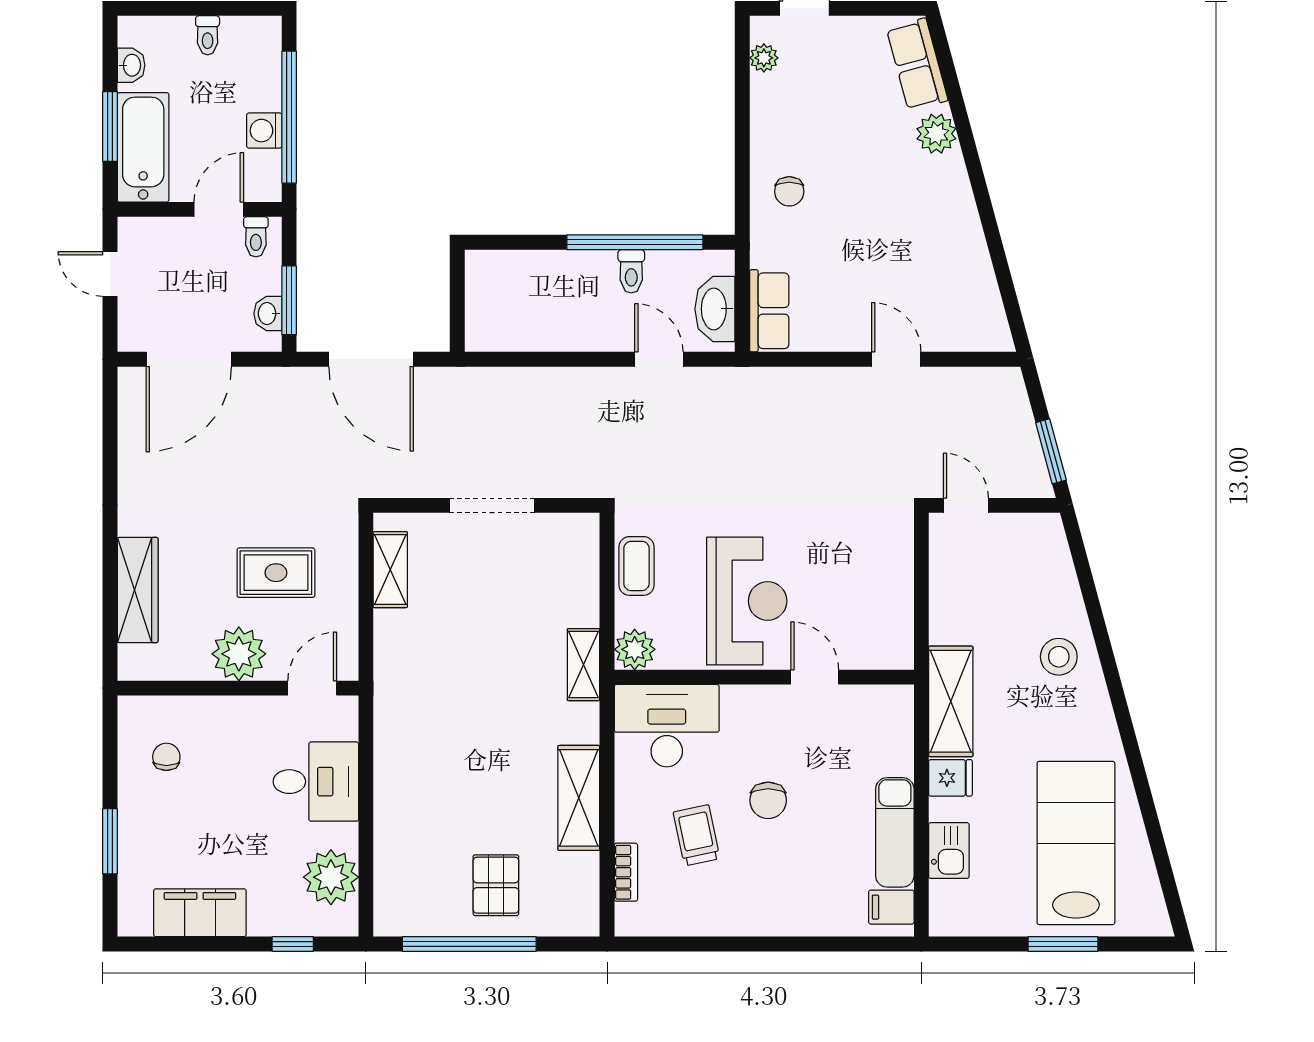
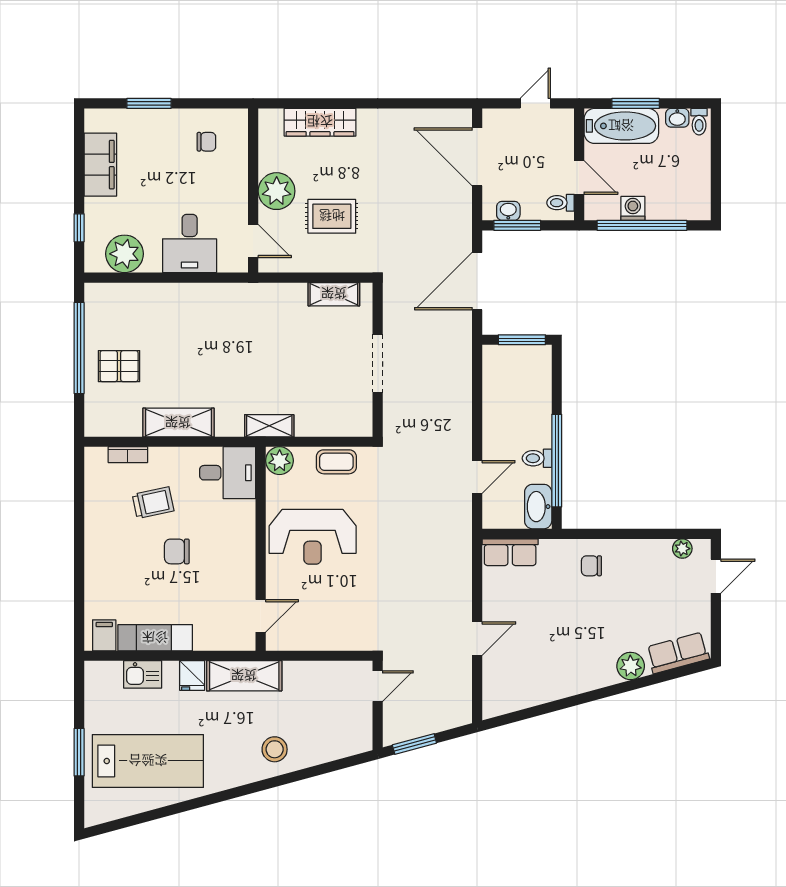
toilet: (208, 35) -> (699, 122), moved, turned -90
window: (457, 293) -> (522, 340), added
washbasin: (715, 309) -> (538, 507), moved, turned -90
rug: (276, 573) -> (332, 216), turned 90
door: (815, 677) -> (261, 616), moved
desk: (667, 726) -> (228, 473), width x0.73

